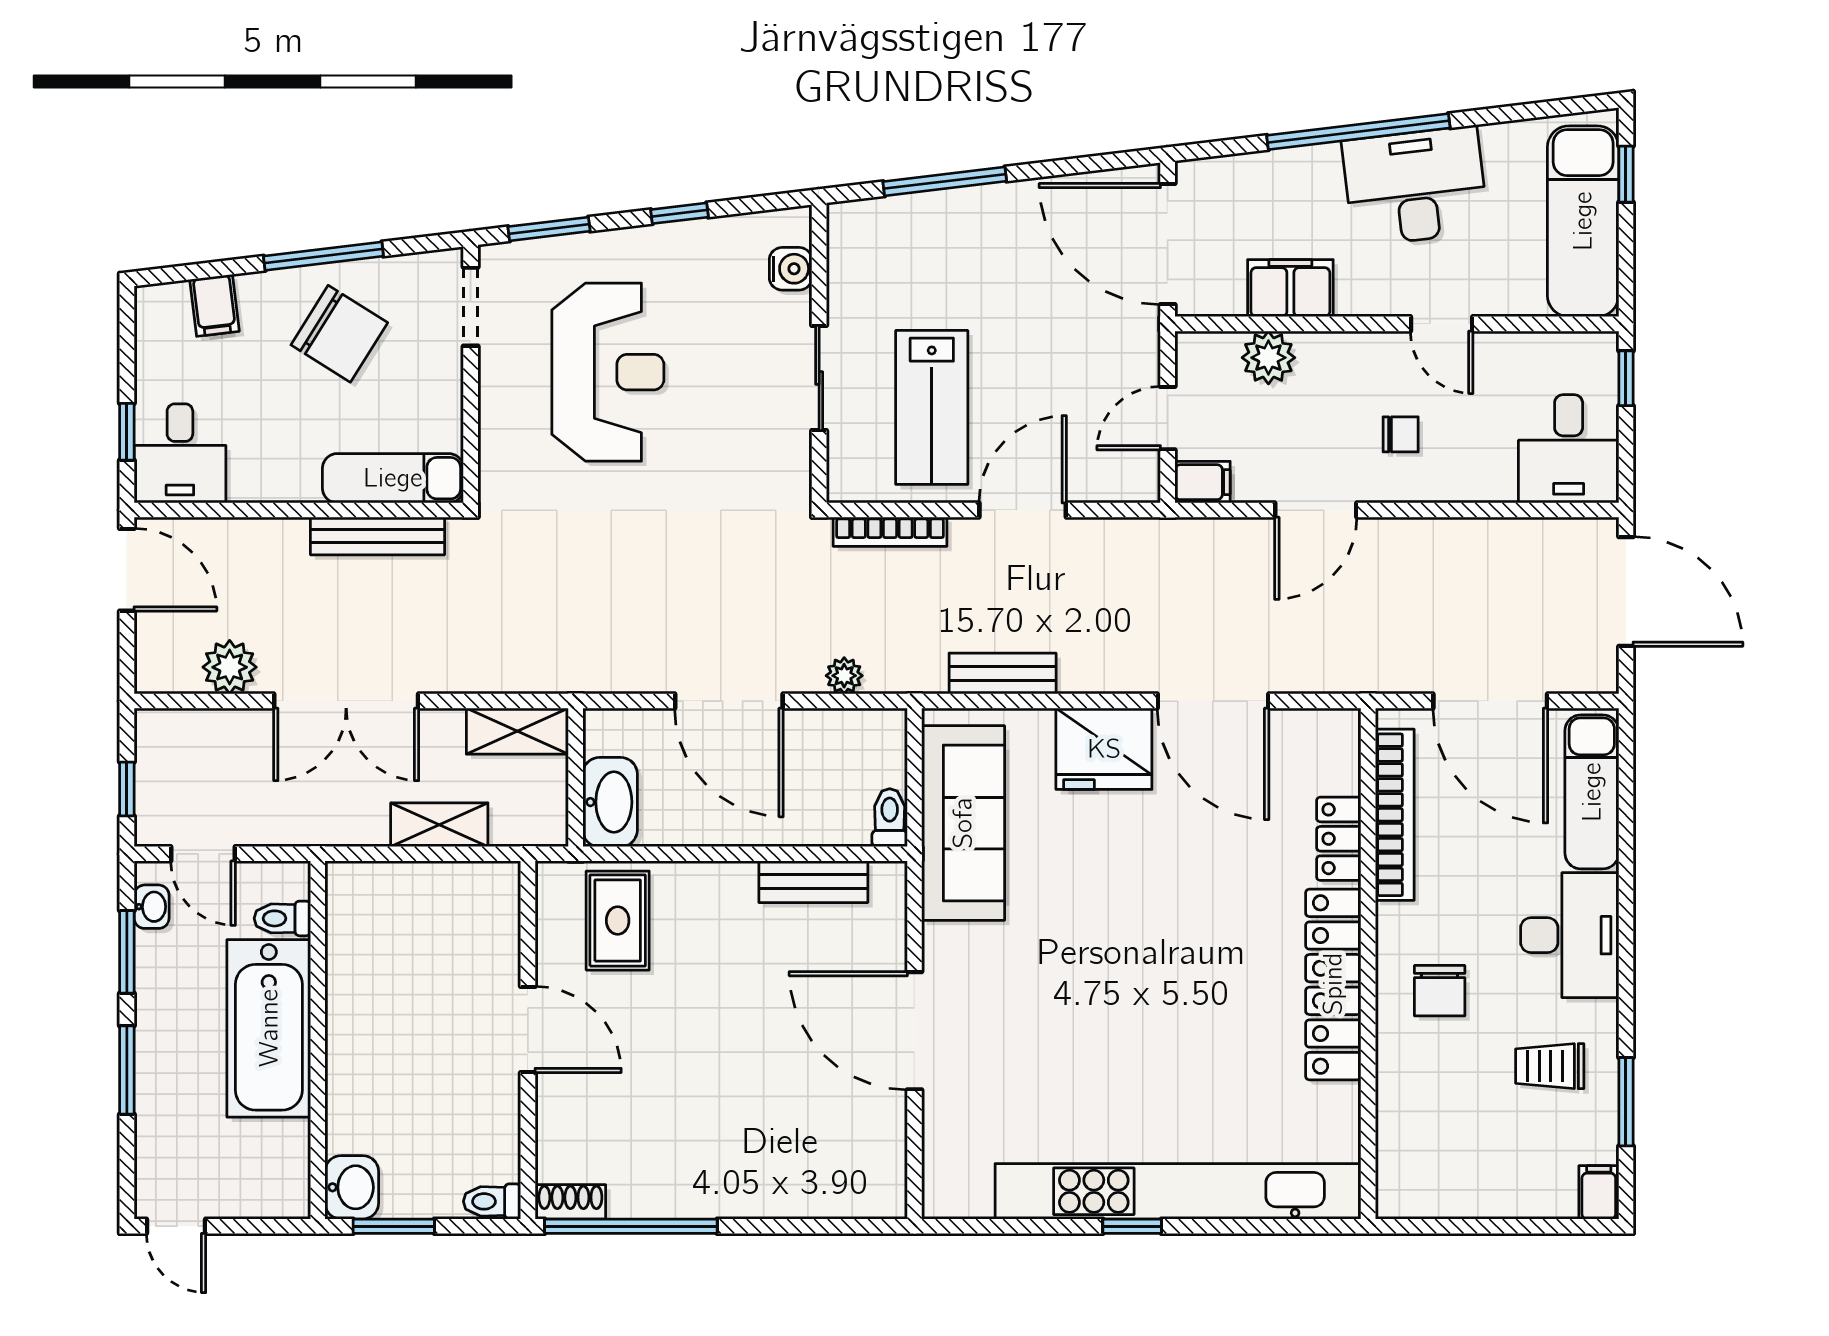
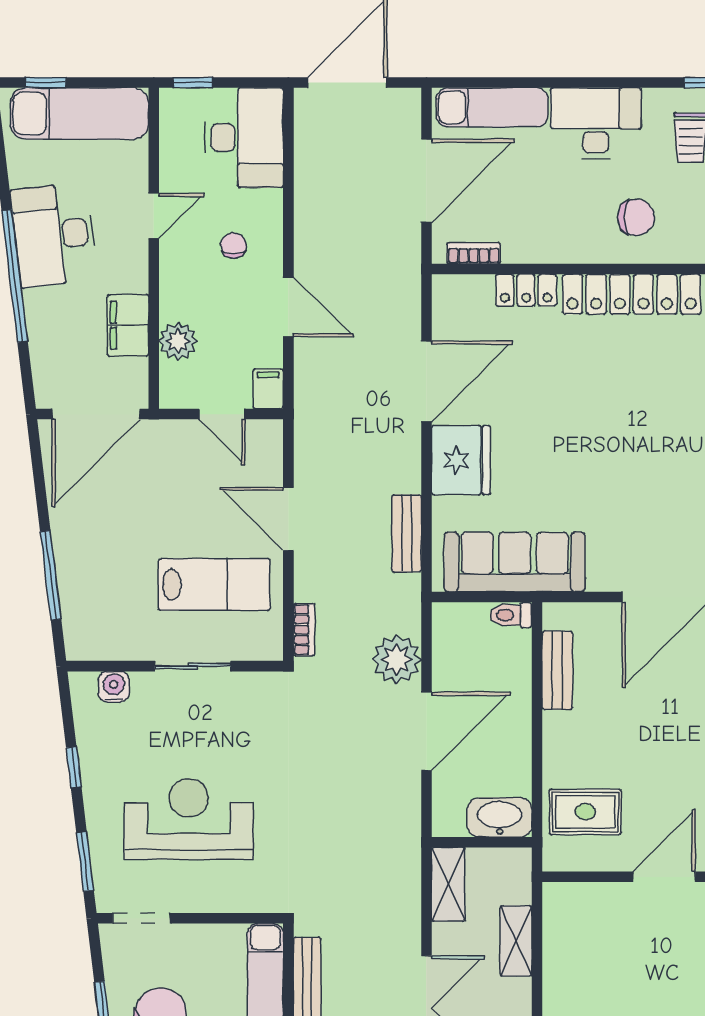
desk: (1569, 449) -> (244, 138), width x1.37
bookcase: (890, 532) -> (304, 630), width x0.64
plant: (844, 676) -> (397, 659), width x1.88, depth x1.88
bookcase: (1395, 815) -> (474, 253), width x0.43, depth x0.76

